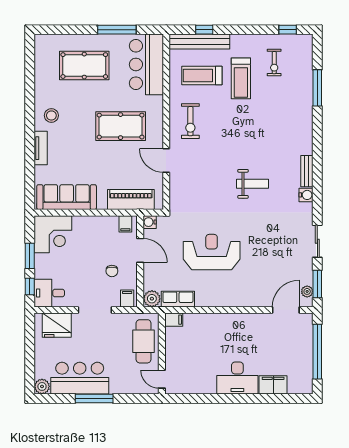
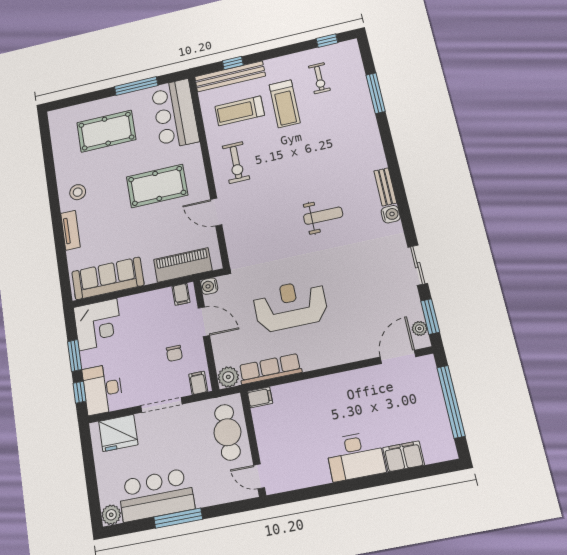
desk: (49, 293) -> (103, 389), width x1.37
row of seats: (178, 299) -> (270, 369), width x1.48

